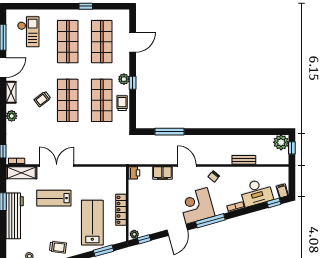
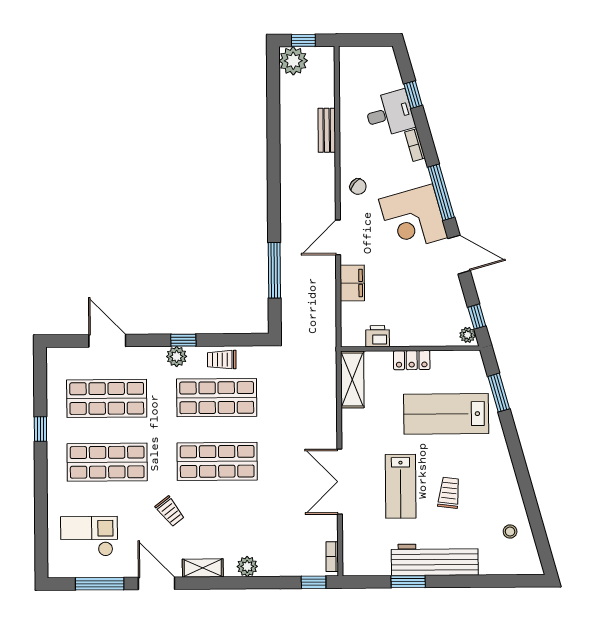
trolley: (42, 99) -> (170, 511), moved
shelving: (21, 173) -> (352, 379), moved
printer: (134, 173) -> (378, 336), moved
filing cabinet: (282, 191) -> (384, 58), removed
desk: (256, 192) -> (390, 114), width x0.73
window: (274, 203) -> (413, 95), moved
locker: (121, 210) -> (412, 360), width x0.66
trolley: (58, 247) -> (449, 493), moved

